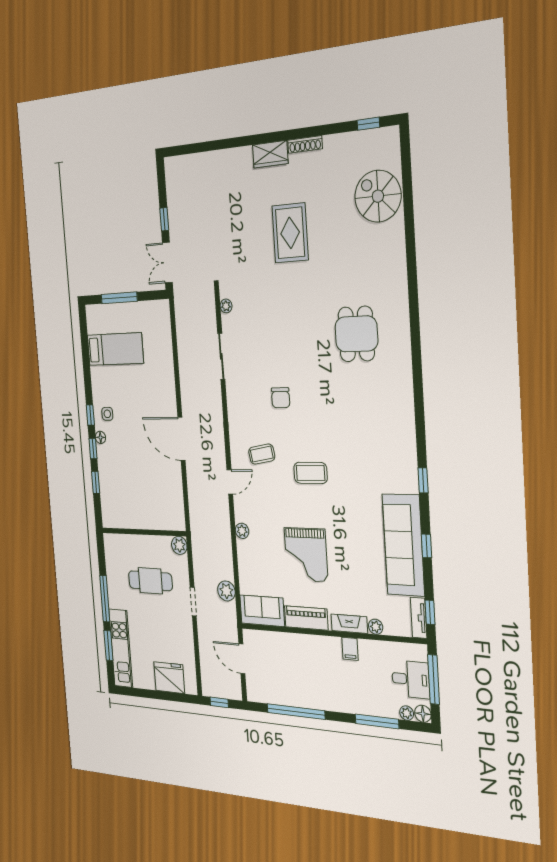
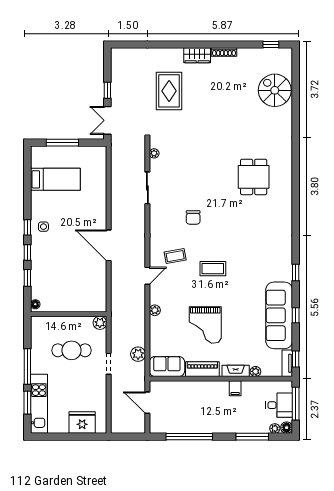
rug: (290, 233) -> (169, 91), moved
floor lamp: (100, 437) -> (35, 304), moved
window: (219, 702) -> (125, 437), removed

